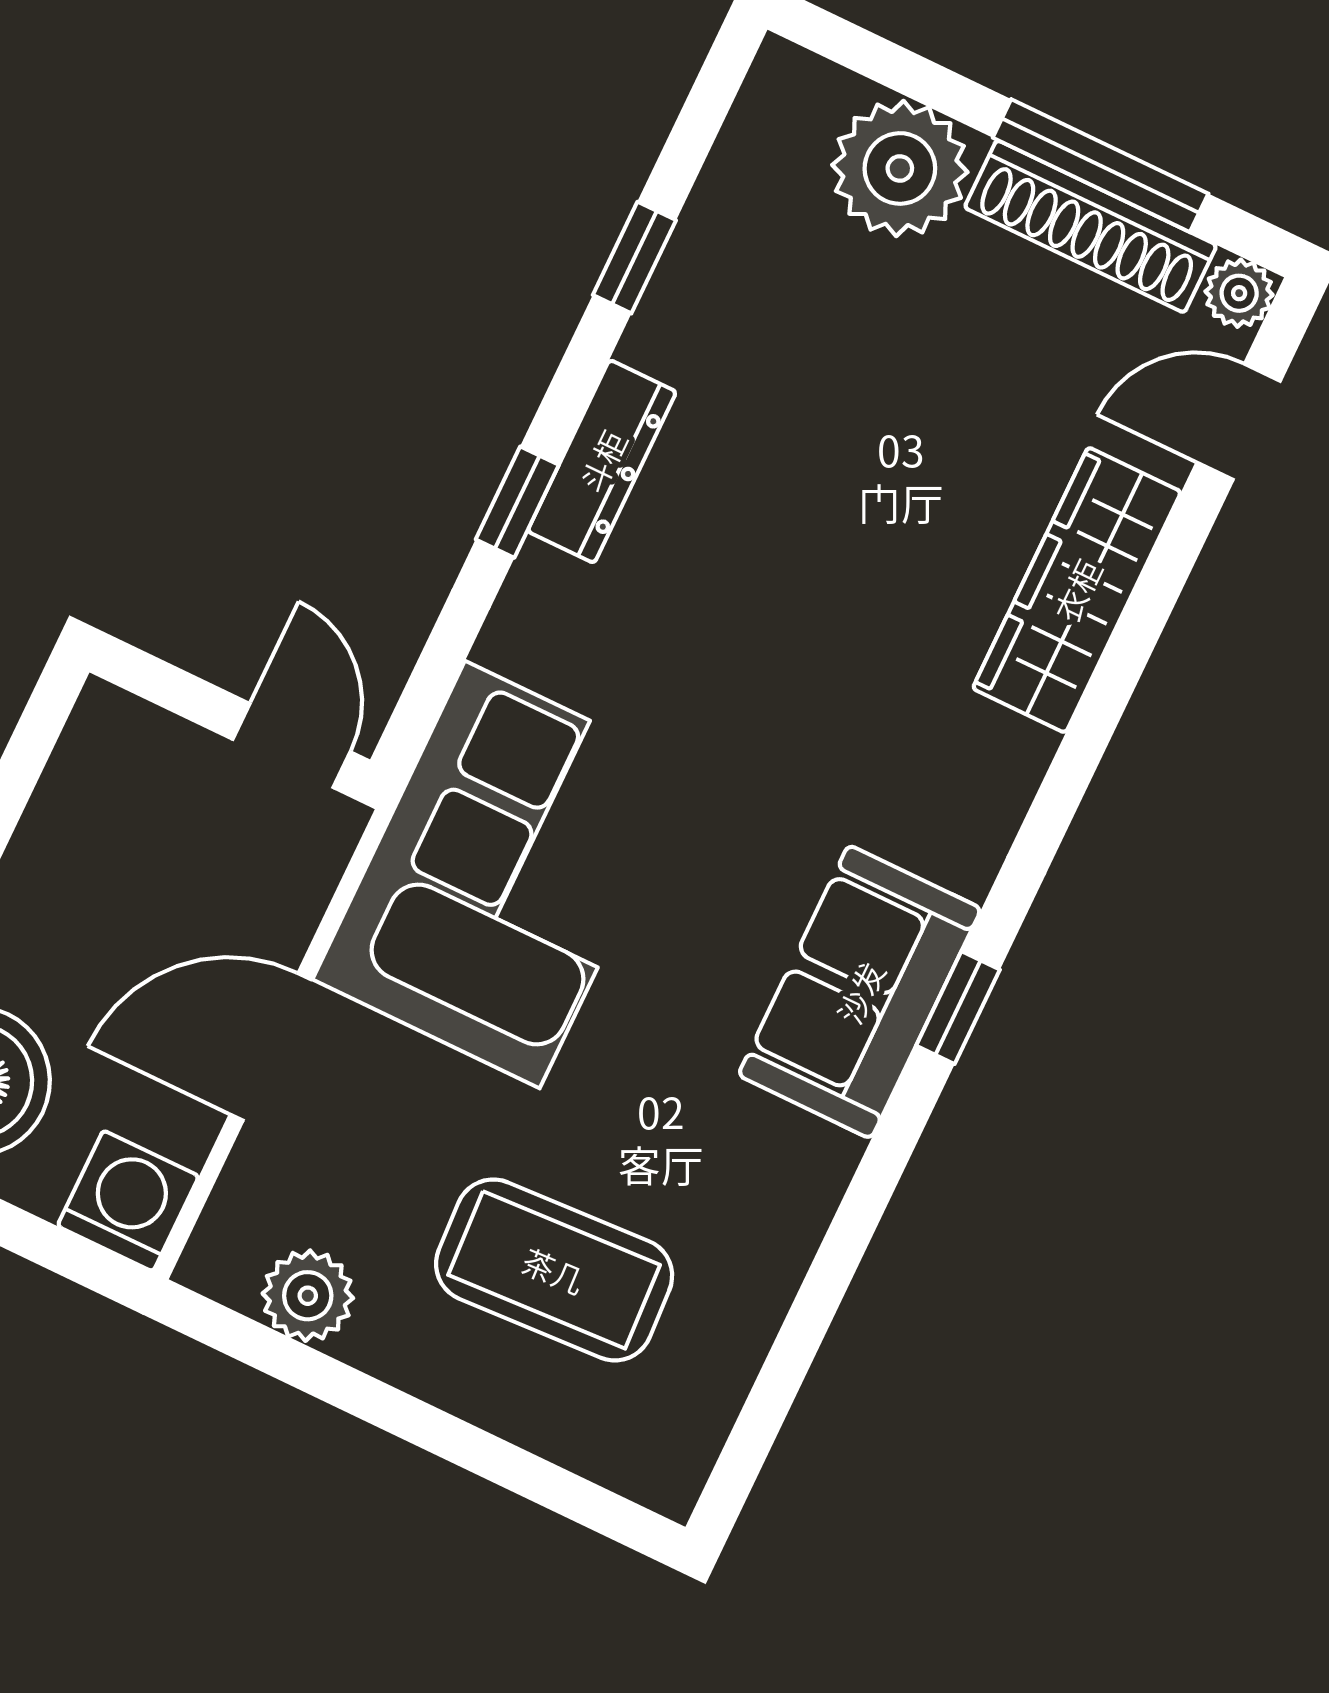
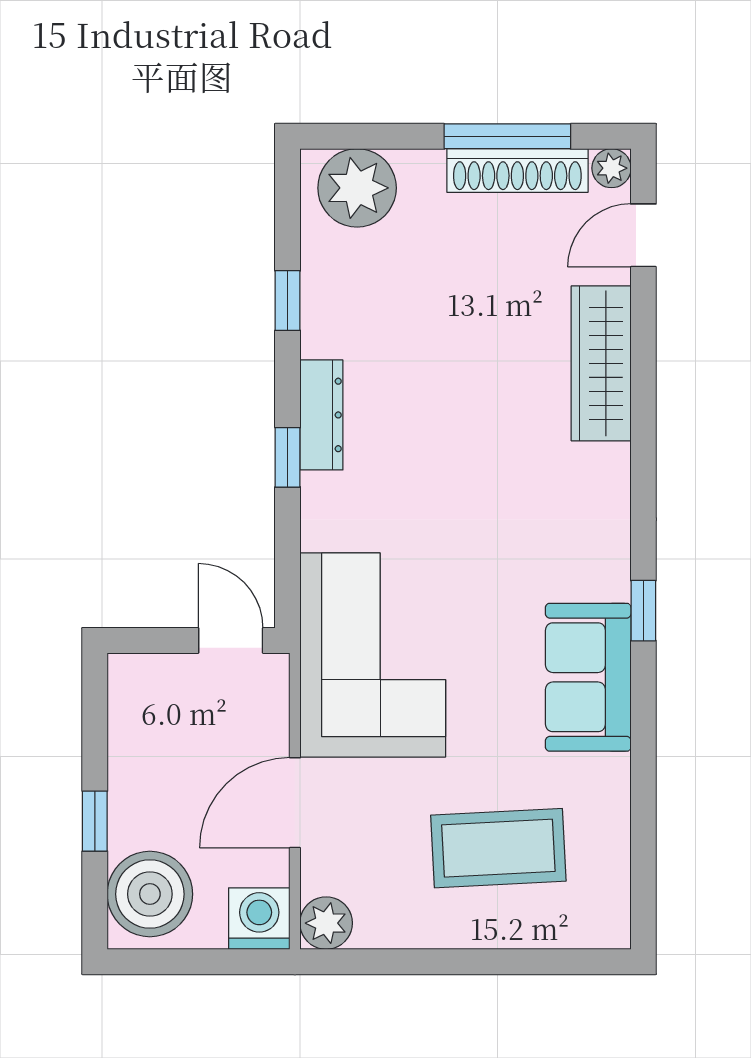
plant: (900, 168) -> (357, 188), moved
sofa: (860, 992) -> (588, 677), moved
plant: (308, 1296) -> (326, 923), moved

